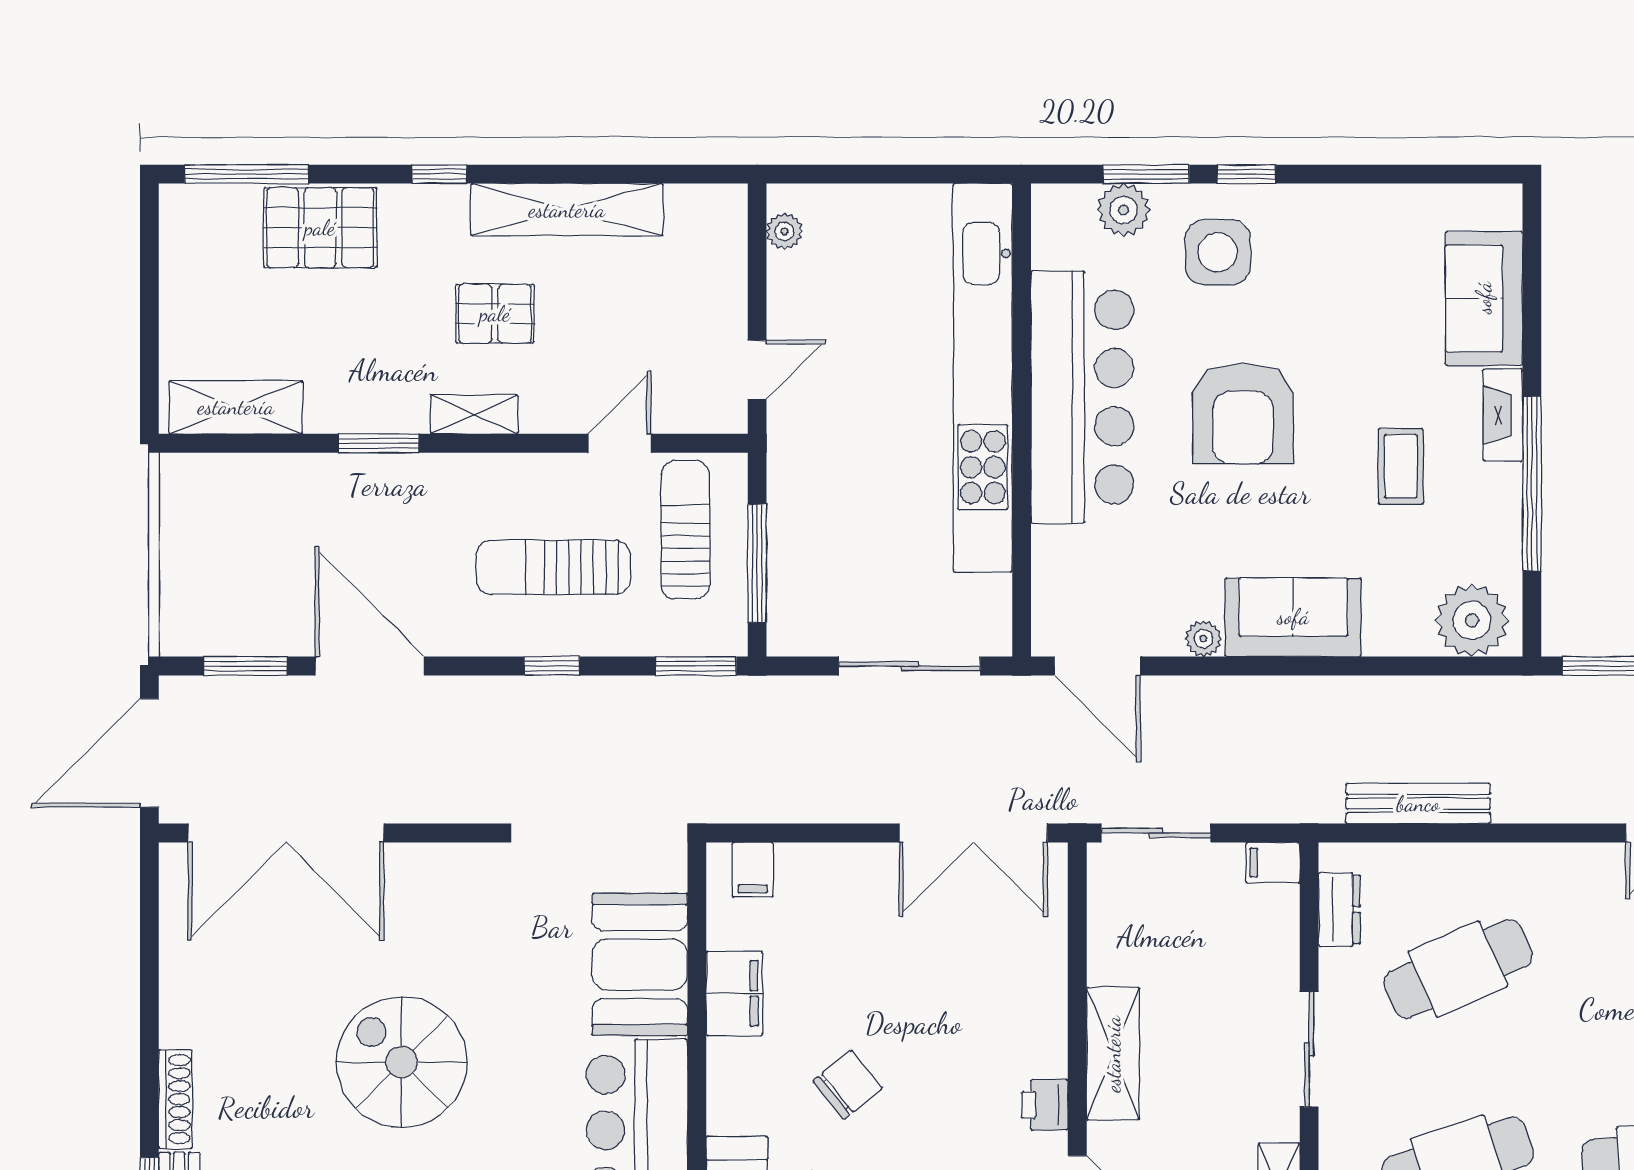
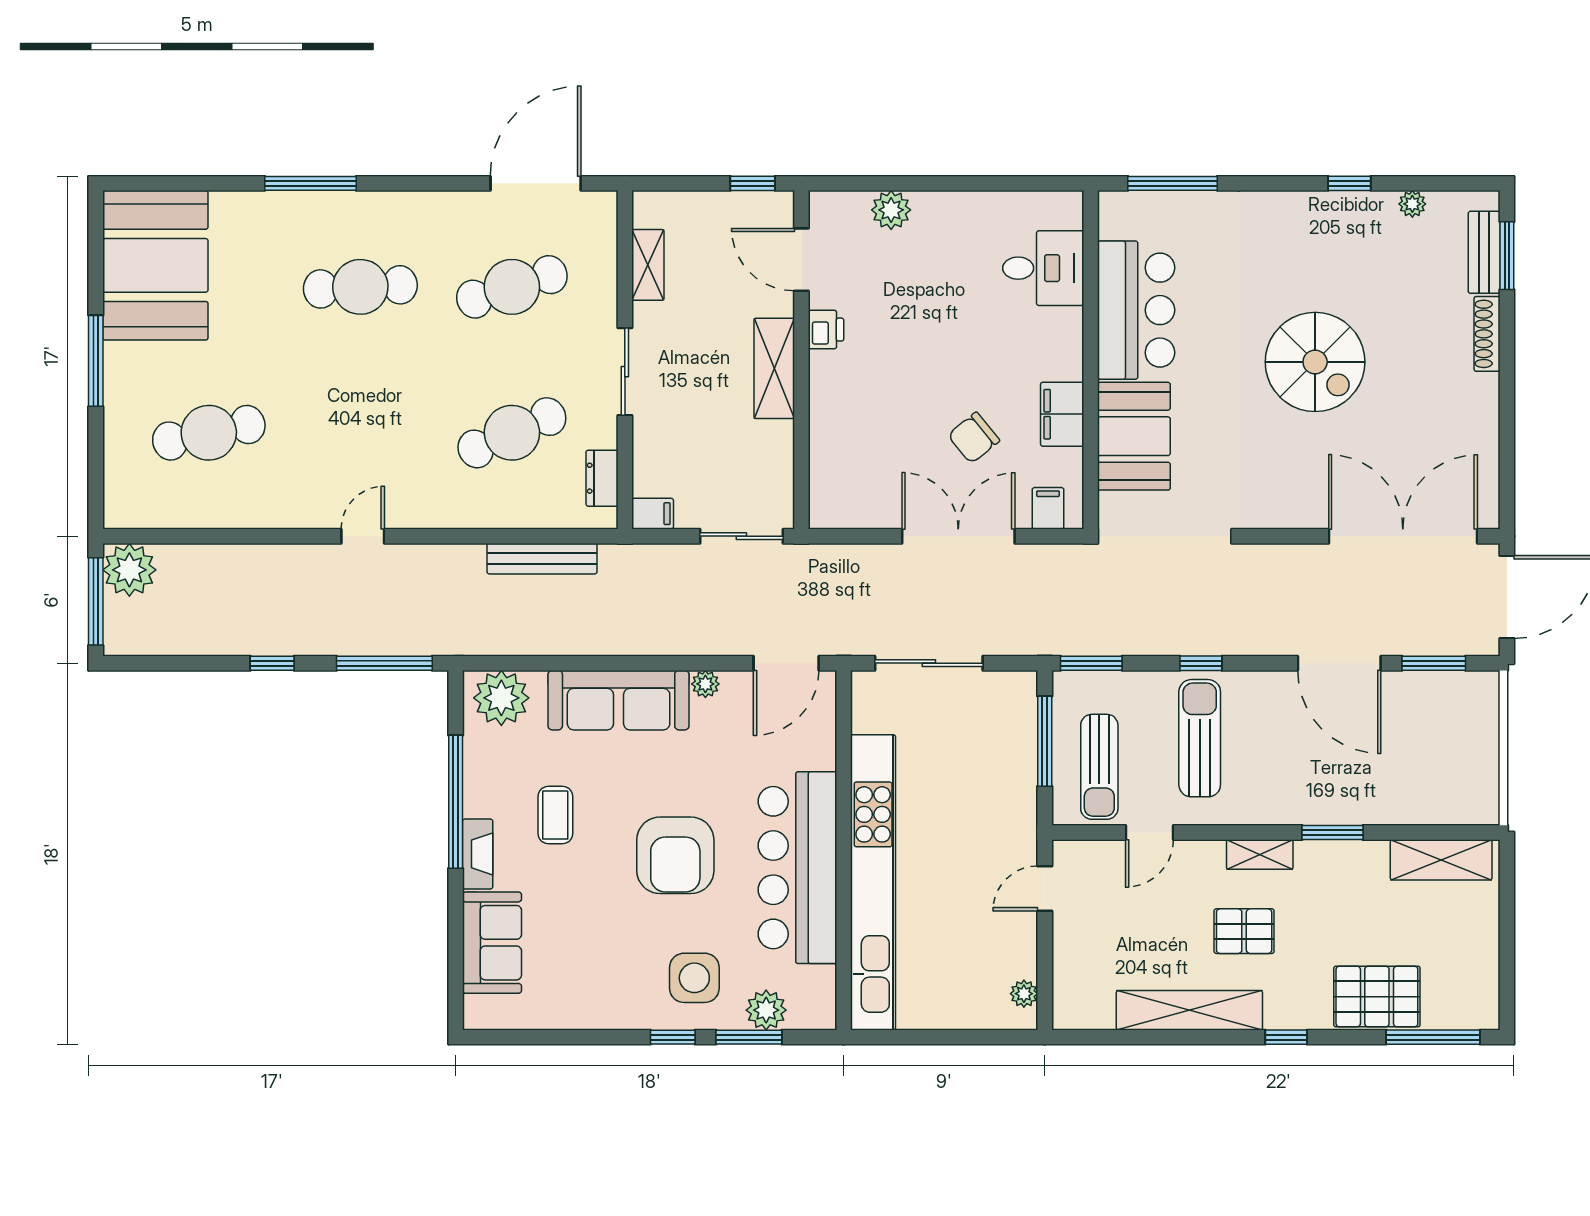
armchair: (1243, 413) -> (675, 855), turned 180
sun lounger: (553, 567) -> (1200, 738), turned -90
sofa: (1293, 617) -> (619, 700), width x1.36
door: (1097, 666) -> (786, 663), swing flipped
double door: (973, 833) -> (958, 536), moved
chair: (848, 1085) -> (974, 438), moved

